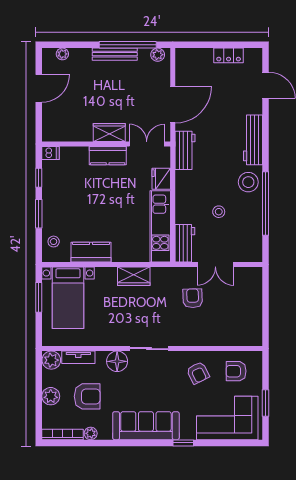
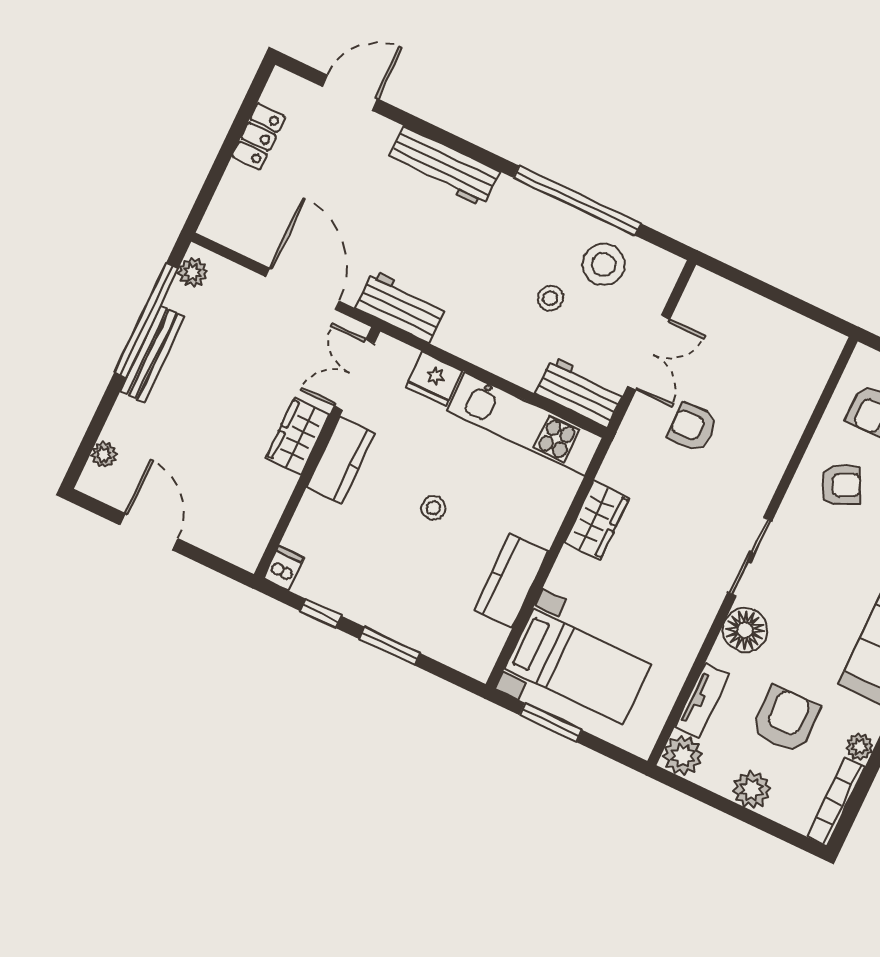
stool: (248, 182) -> (604, 265), moved
stool: (54, 242) -> (433, 508), moved

